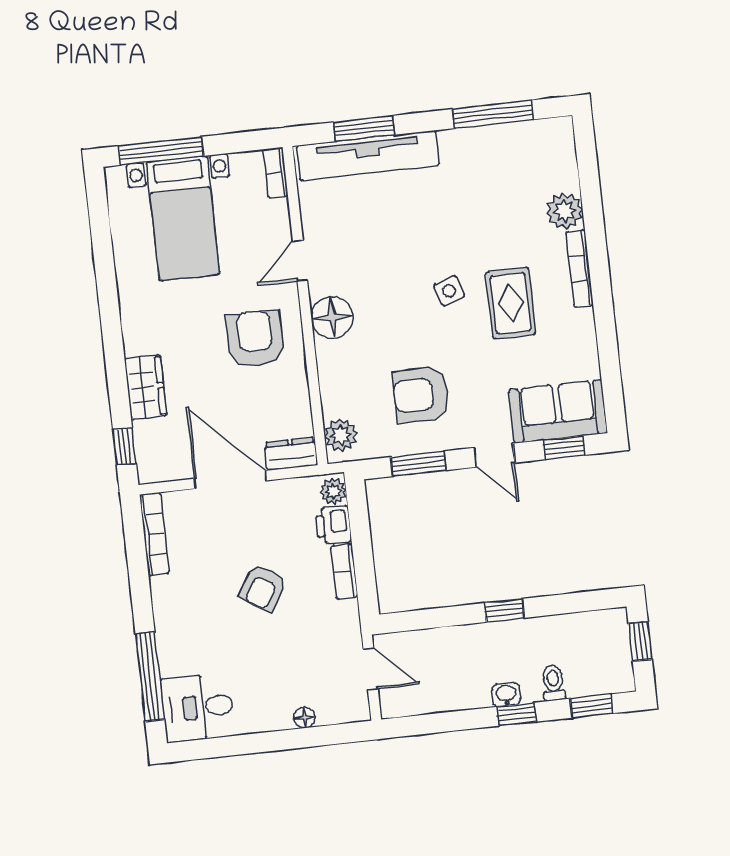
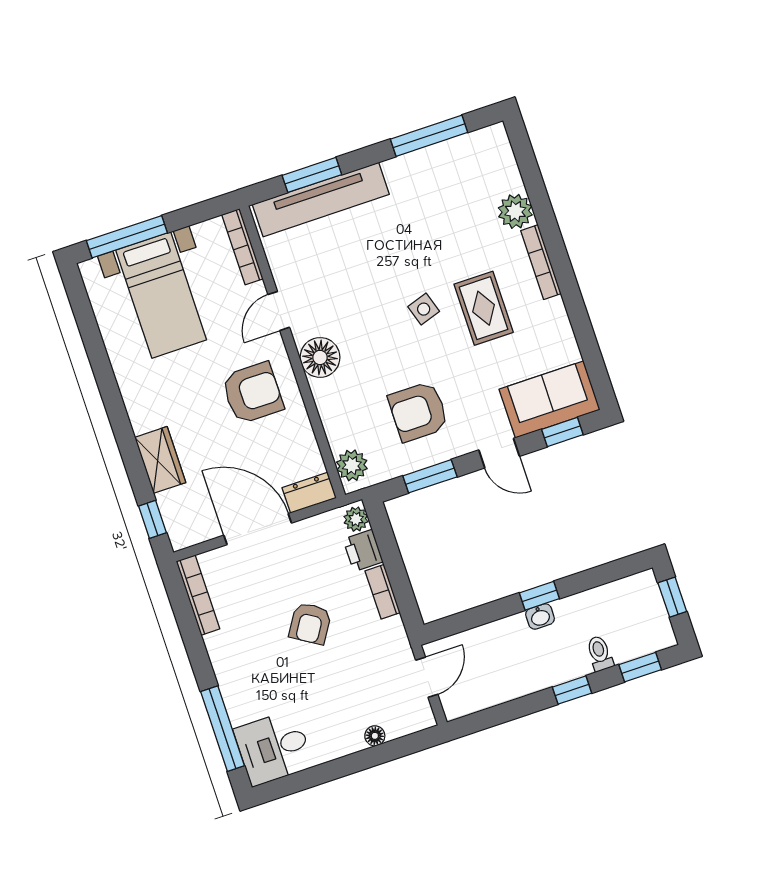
bookcase: (276, 173) -> (242, 247), width x1.56
armchair: (255, 339) -> (253, 393), turned 90
door: (371, 669) -> (427, 677), hinge flipped
washbasin: (506, 694) -> (540, 616), moved, turned 180

